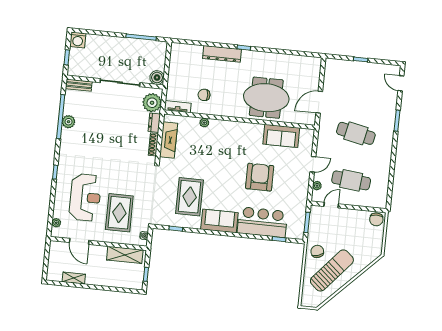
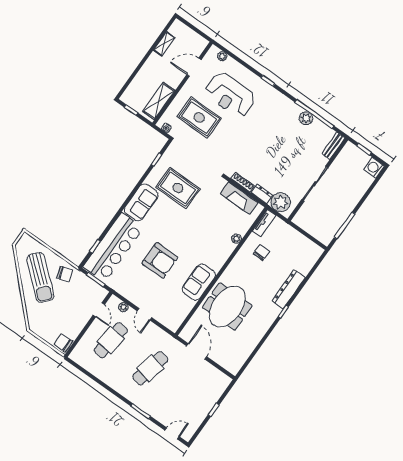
boiler: (157, 78) -> (300, 219), removed
sofa: (281, 136) -> (199, 282), moved
bar counter: (262, 222) -> (113, 247), width x1.36

